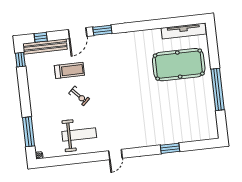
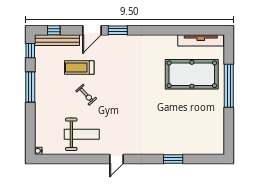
treadmill: (69, 70) -> (79, 68), turned 180
window: (218, 89) -> (229, 86), moved
window: (29, 132) -> (30, 87), moved

